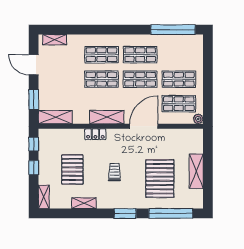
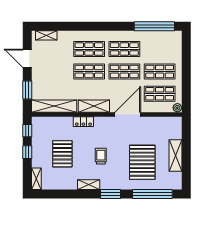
shelving: (55, 117) -> (54, 106), width x1.47
shelving: (84, 203) -> (89, 185), moved

